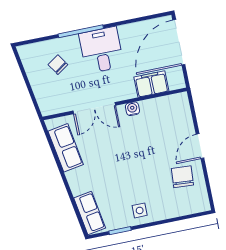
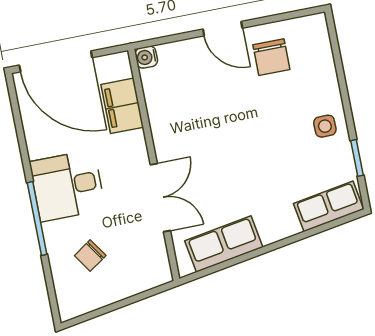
water cooler: (132, 109) -> (146, 57), moved
chair: (182, 177) -> (271, 57), turned -94

